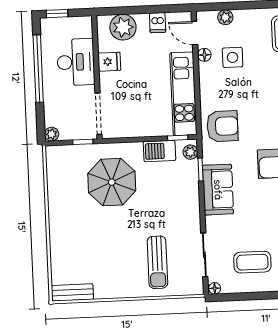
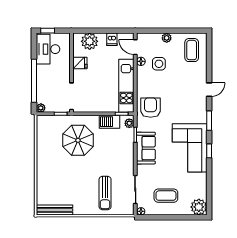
plant: (225, 17) -> (167, 38), moved
desk: (76, 62) -> (48, 49), moved, turned 180
window: (38, 69) -> (34, 81), moved
armchair: (222, 126) -> (151, 108), turned -90
bench: (72, 292) -> (54, 210), width x1.36

